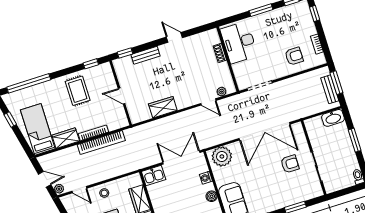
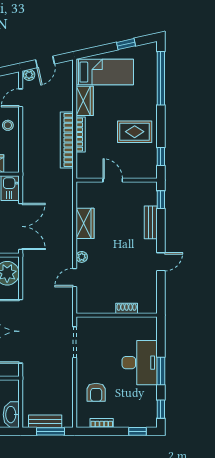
desk: (239, 42) -> (140, 363), moved, turned 90
plant: (222, 92) -> (82, 257), moved
door: (122, 96) -> (113, 180), hinge flipped

